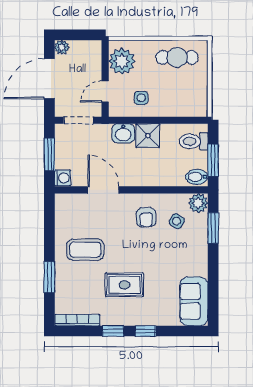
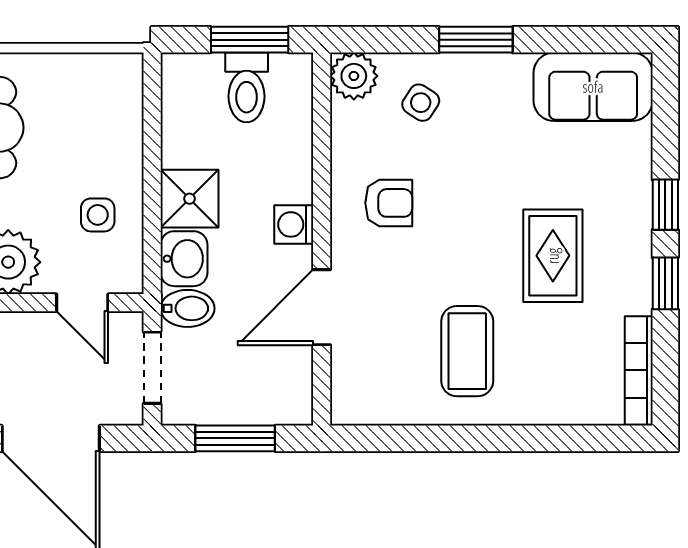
toilet: (194, 141) -> (247, 87), moved
bidet: (197, 177) -> (187, 308), moved, turned -90
washing machine: (63, 178) -> (294, 224), moved, turned -90
side table: (177, 221) -> (421, 103), moved
window: (213, 228) -> (476, 40), moved
window: (49, 277) -> (534, 438), removed

